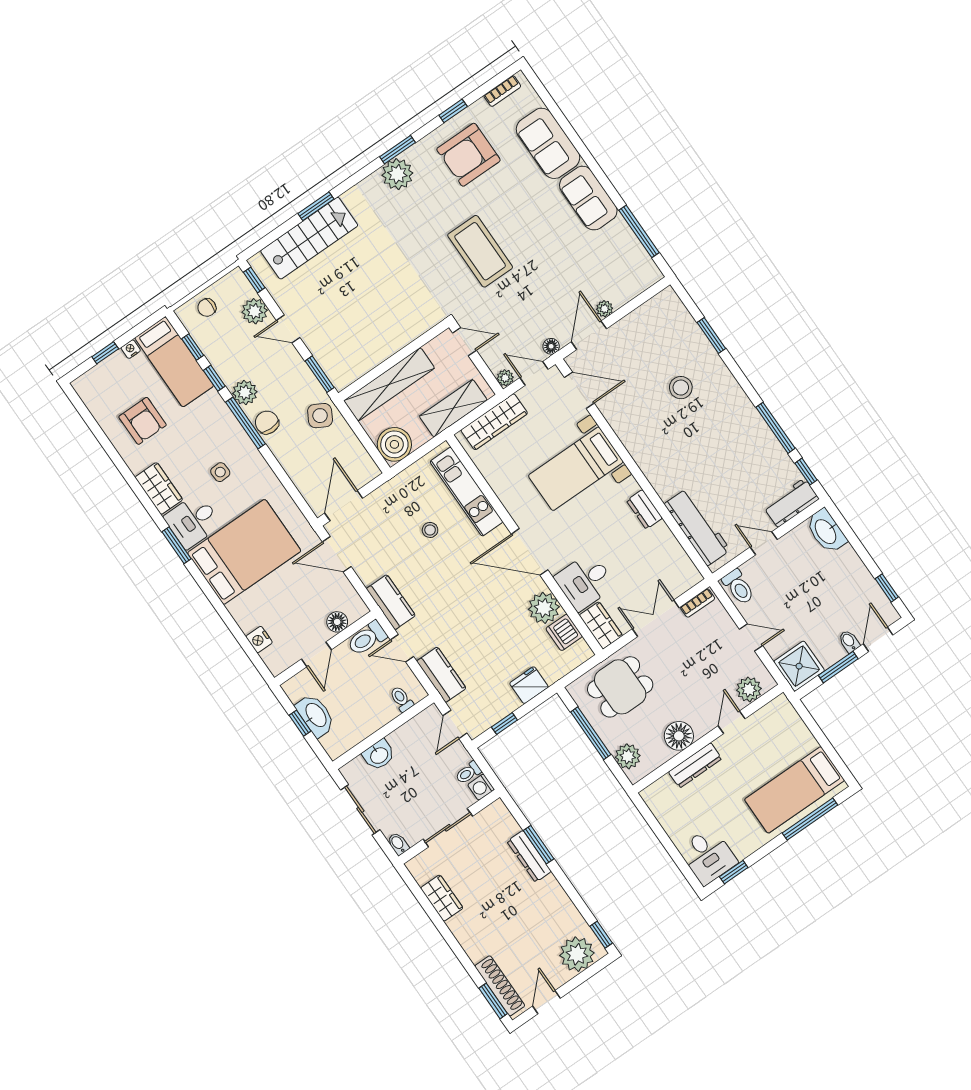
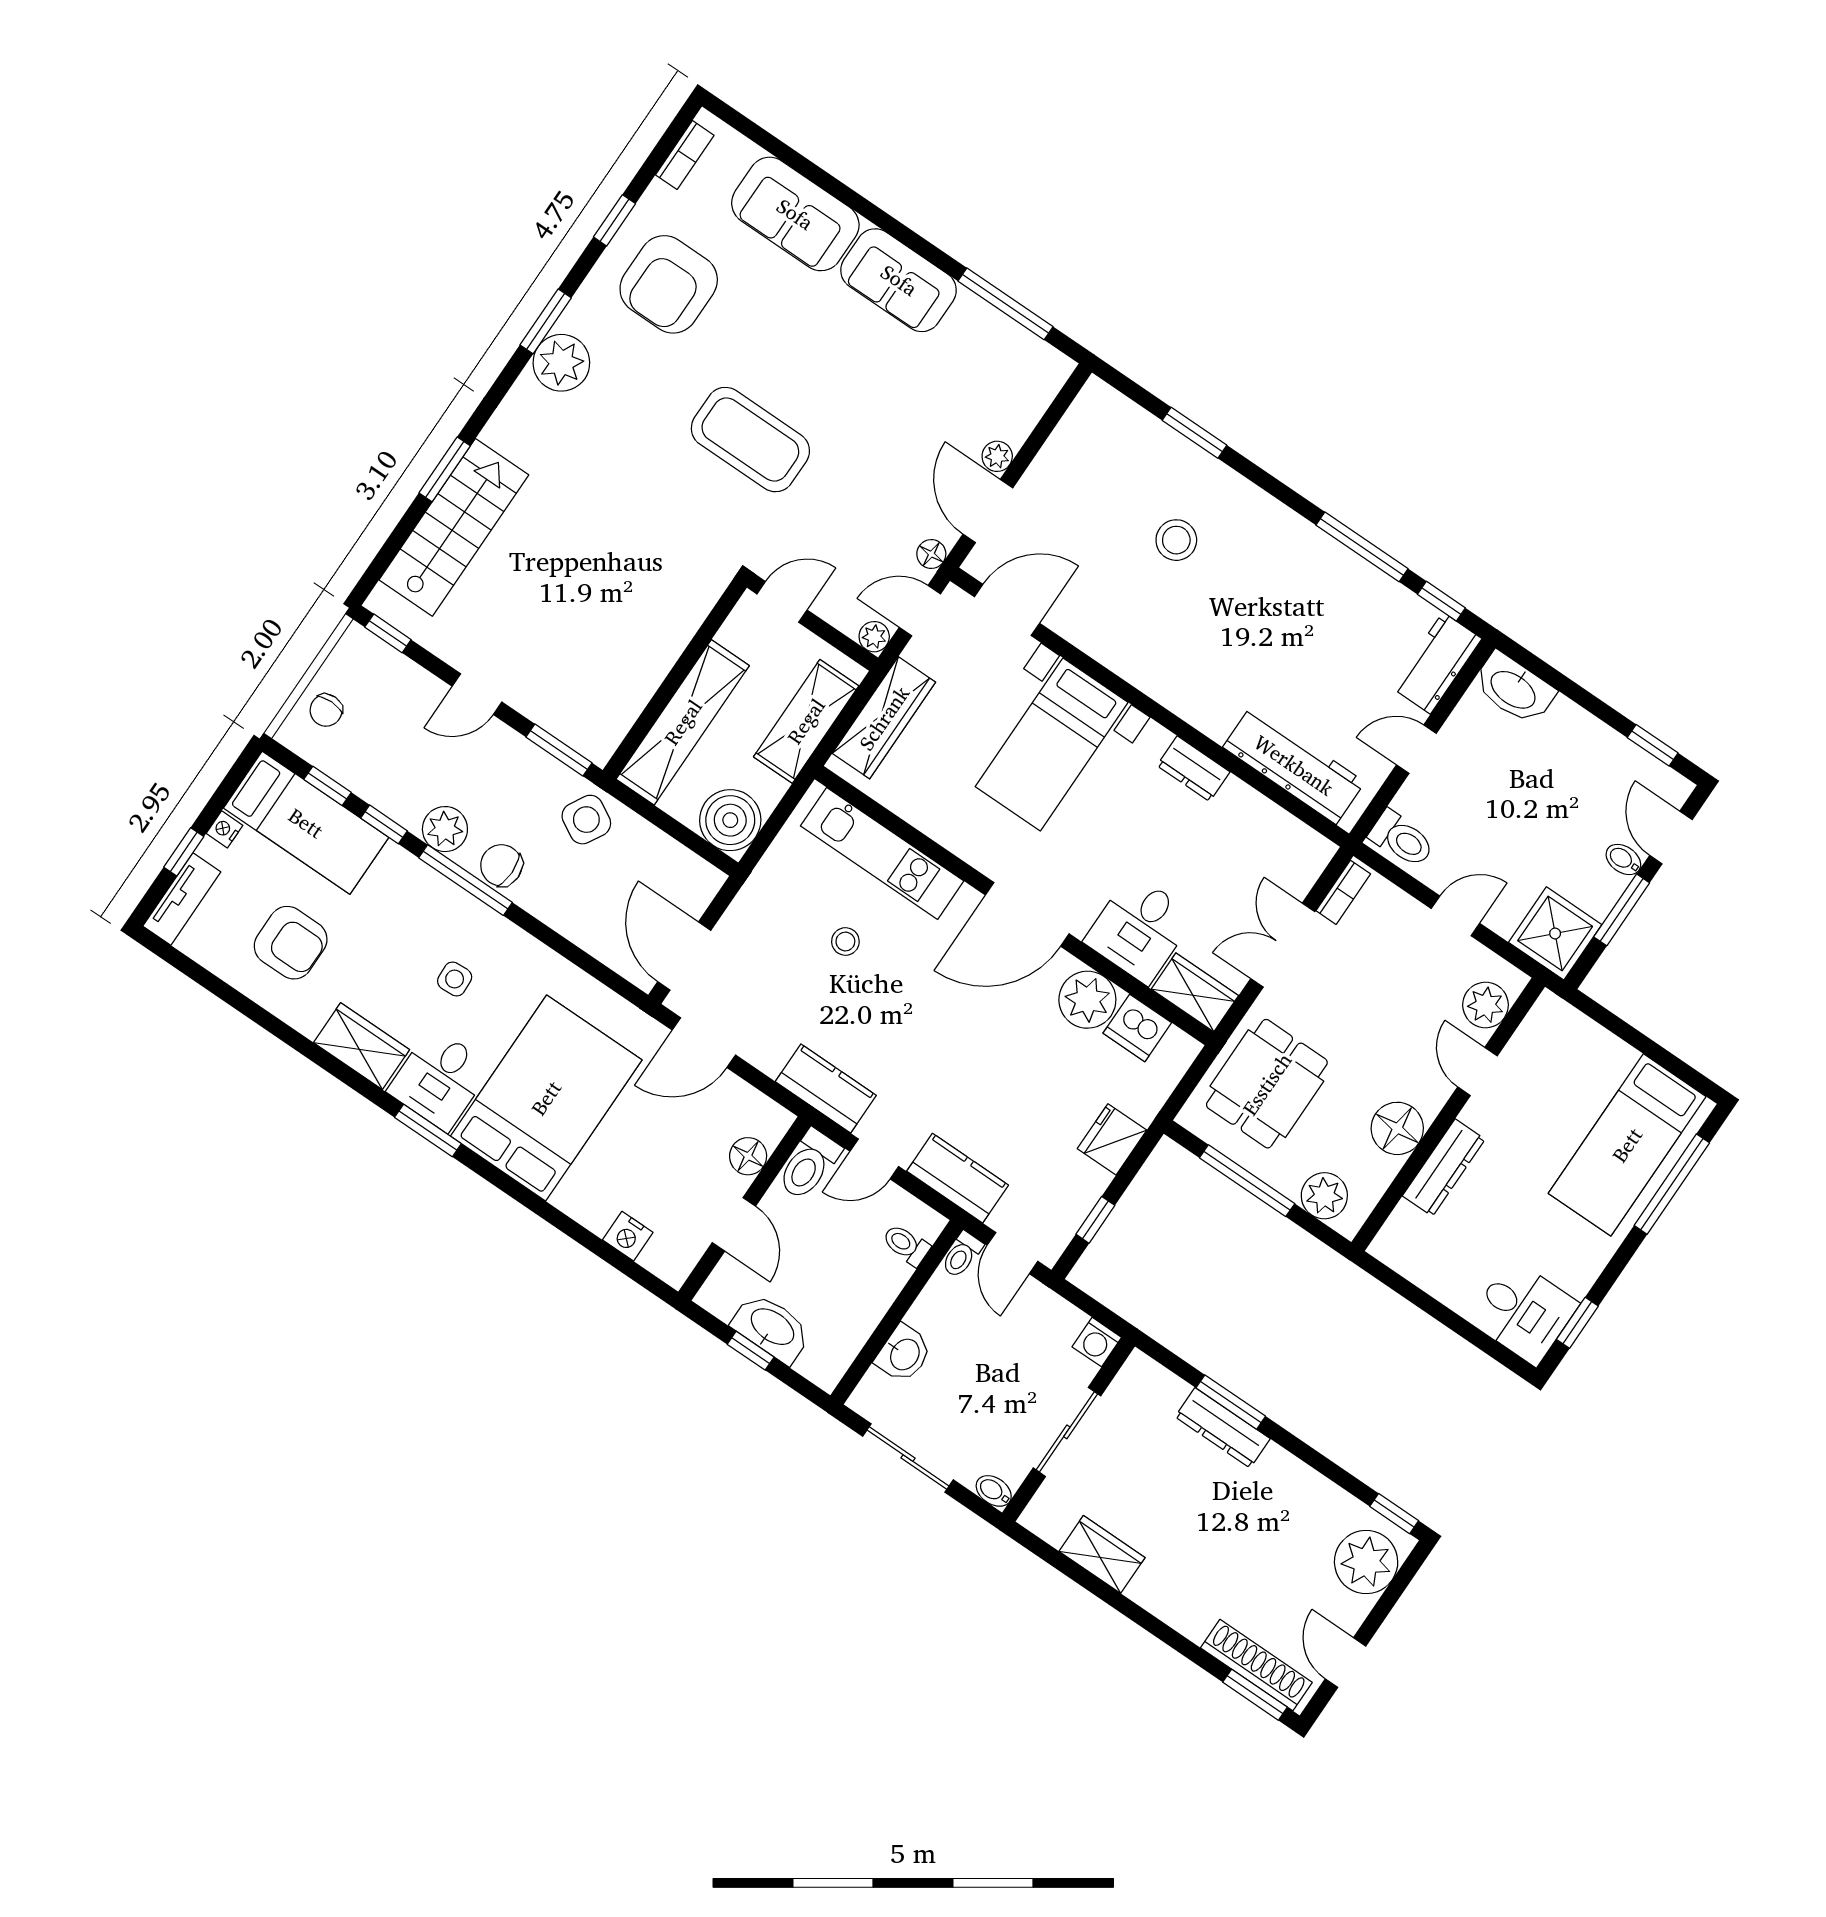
plant: (255, 311) -> (409, 686), removed
tv unit: (95, 377) -> (182, 899), added
toilet: (468, 773) -> (962, 1255), moved

